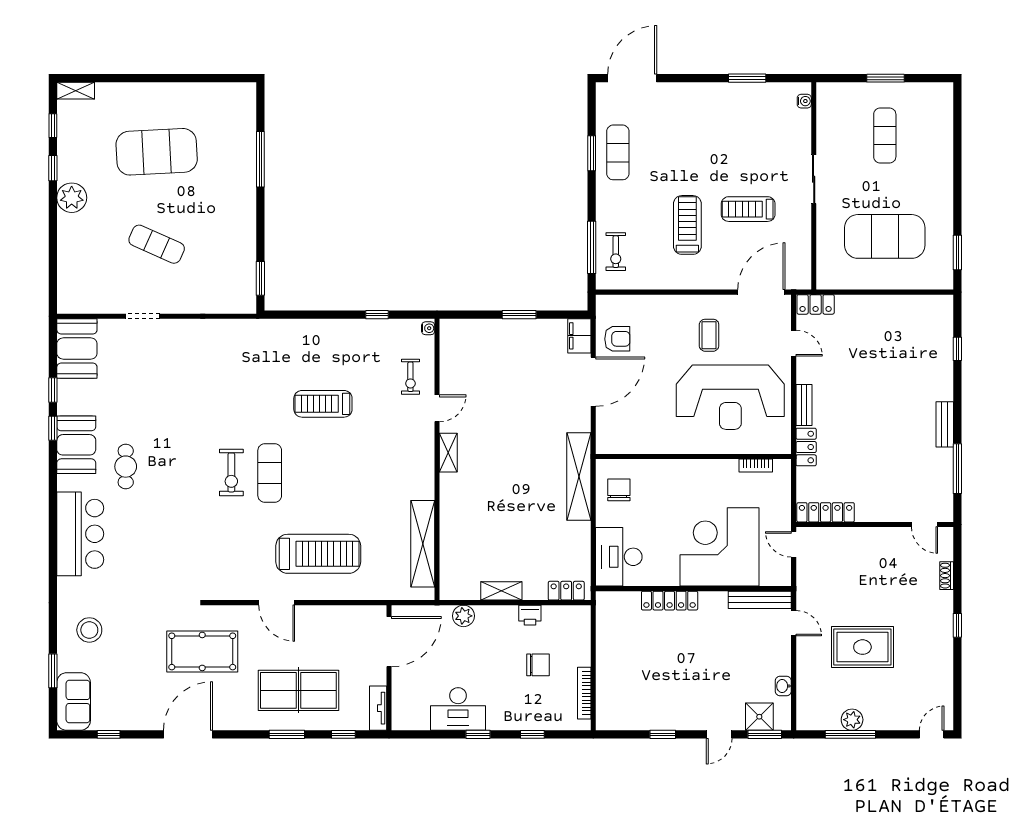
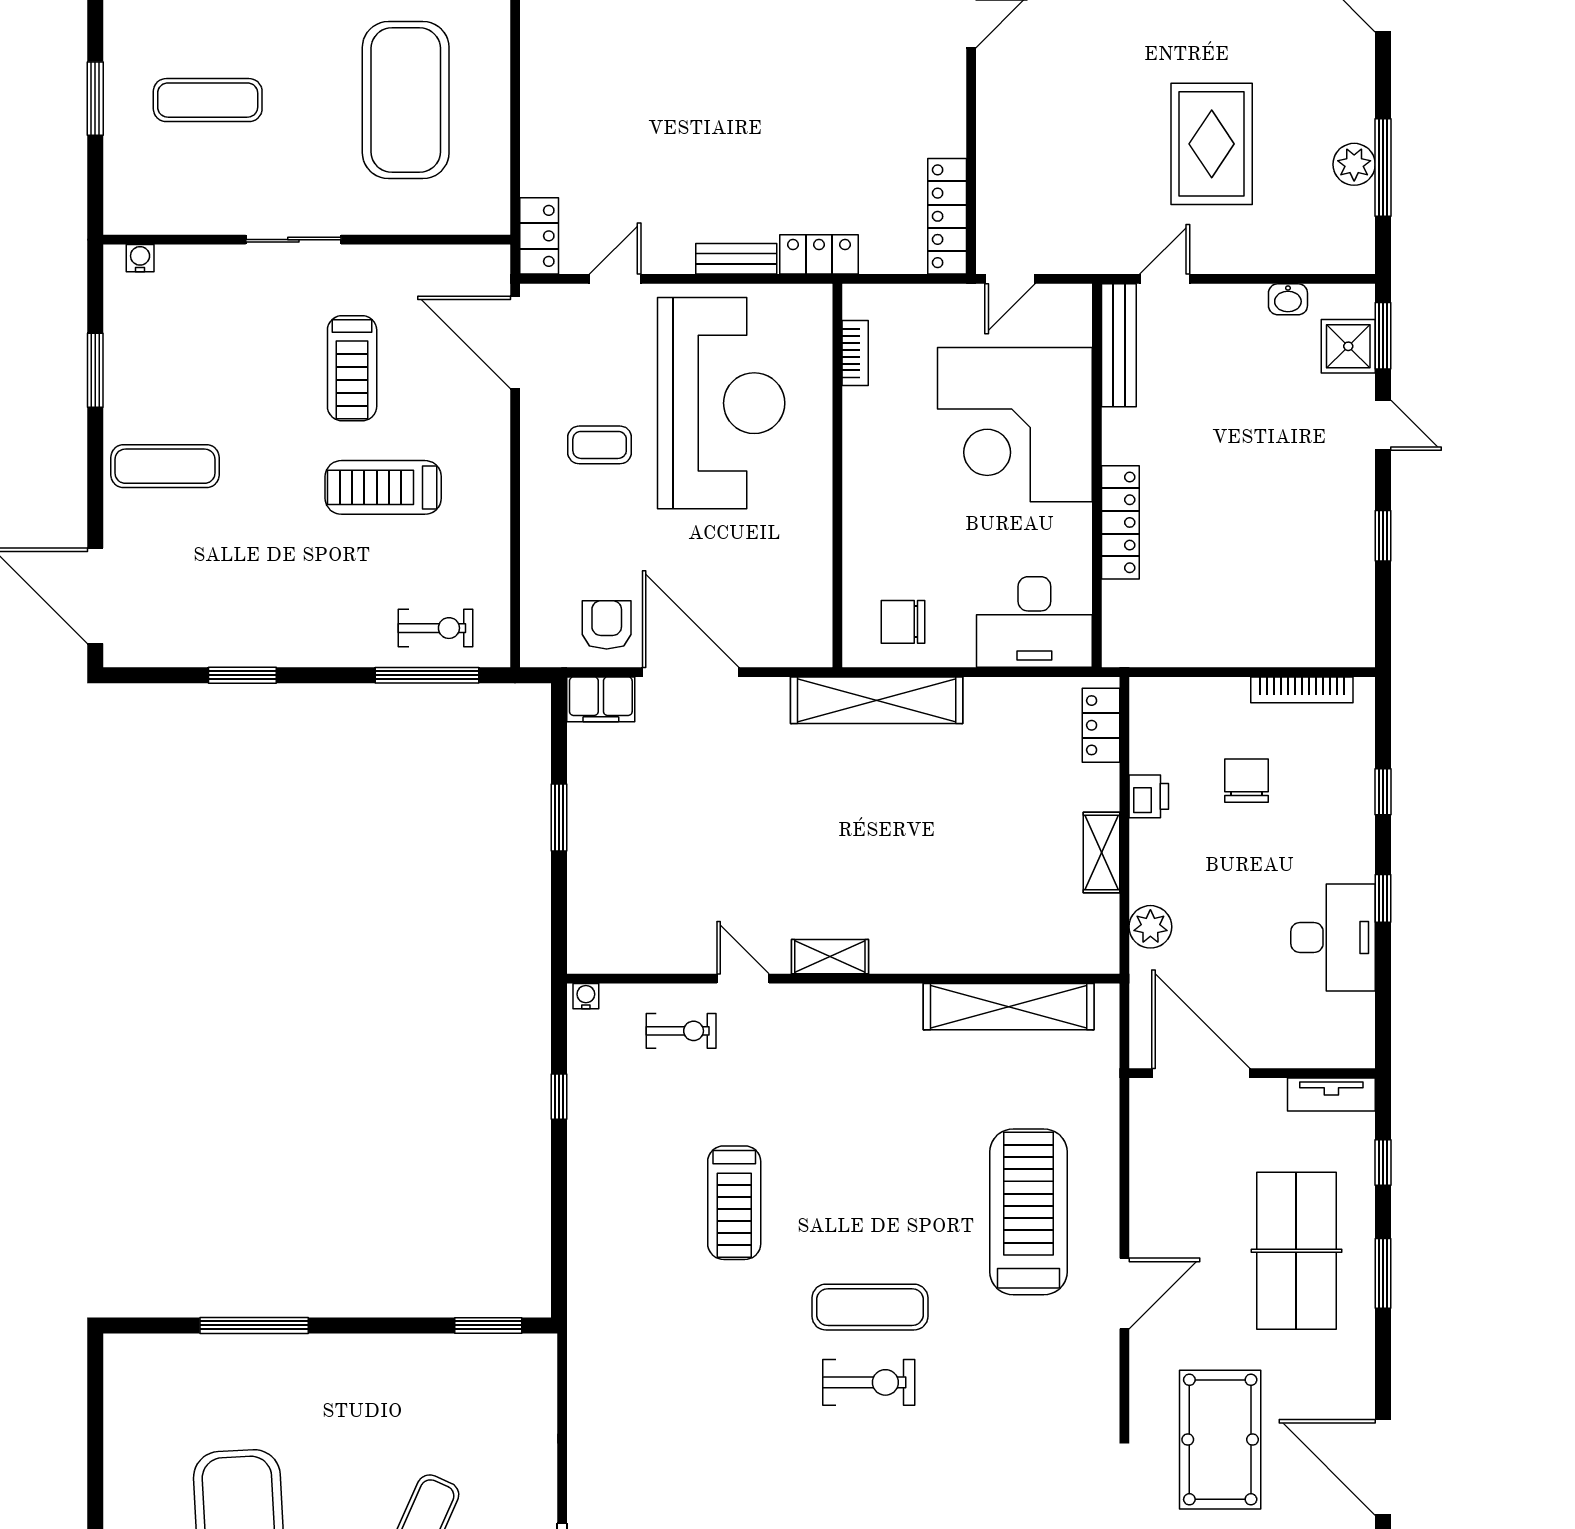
exercise mat: (618, 152) -> (165, 466), moved

